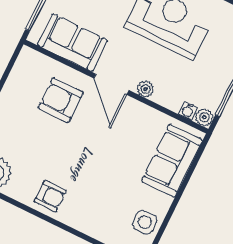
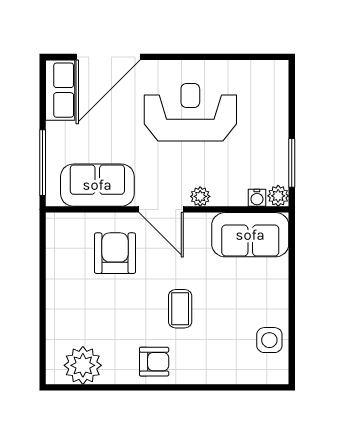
armchair: (61, 100) -> (115, 253), turned 90
sofa: (172, 161) -> (250, 235), moved, turned -90
coffee table: (89, 166) -> (180, 309), added

